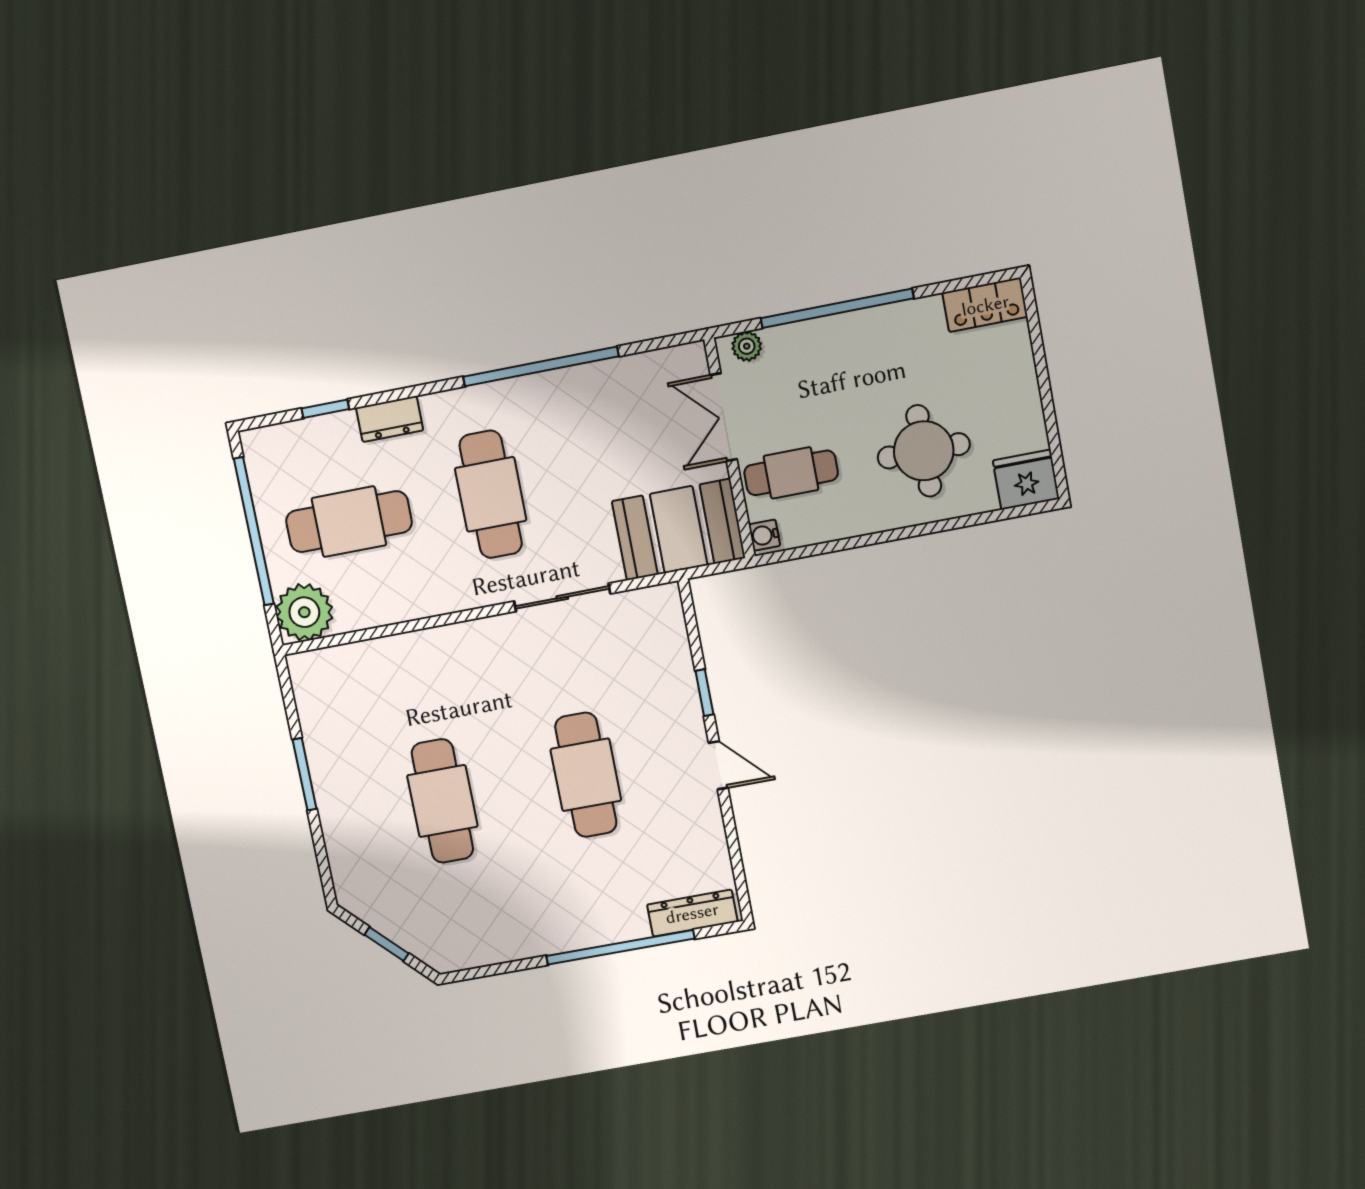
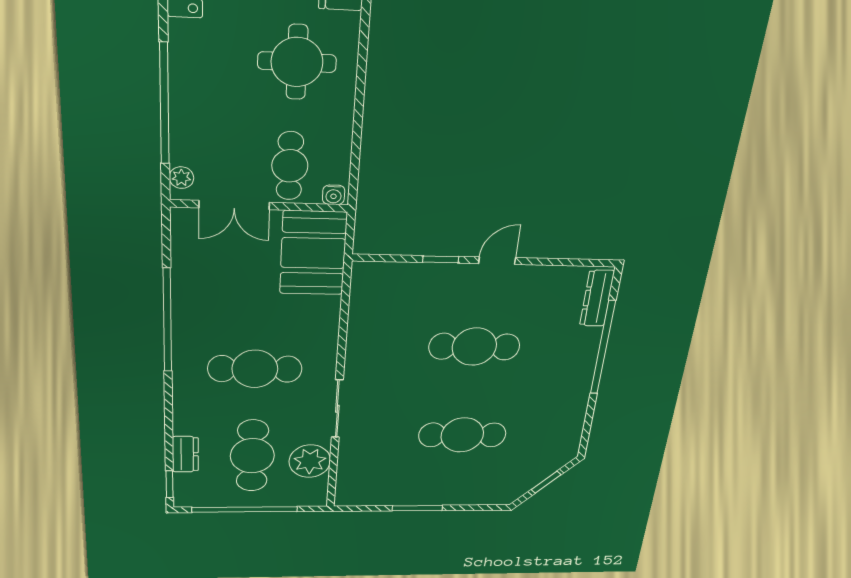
window: (325, 409) -> (169, 484), moved
dresser: (390, 419) -> (185, 454), moved
sliding door: (562, 597) -> (337, 409), moved
plant: (304, 612) -> (310, 461), moved

